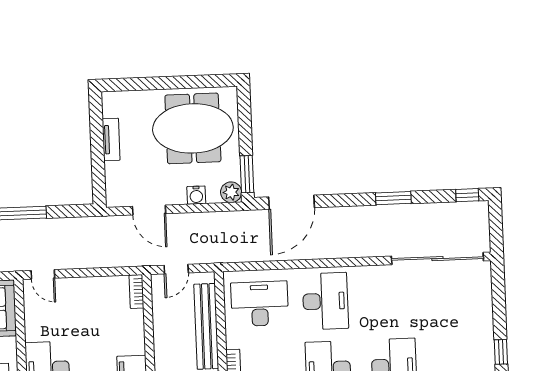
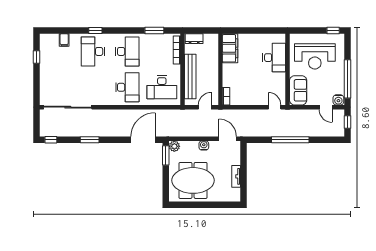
water cooler: (196, 195) -> (204, 145), moved
door: (149, 210) -> (228, 139), moved
desk: (325, 301) -> (127, 87), turned 180

